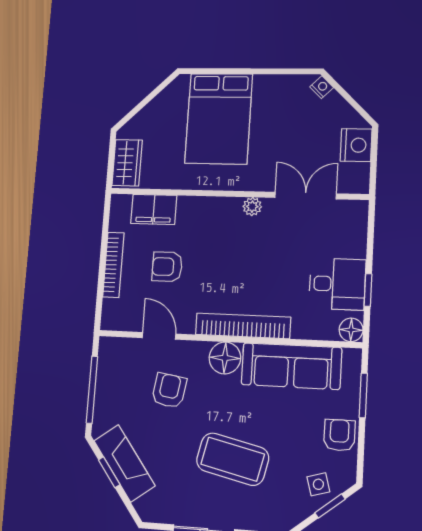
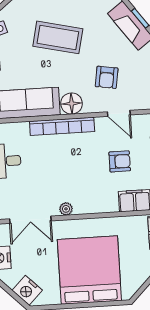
nightstand: (322, 87) -> (27, 290), width x1.89, depth x1.79
bed: (219, 119) -> (89, 270), width x1.36

